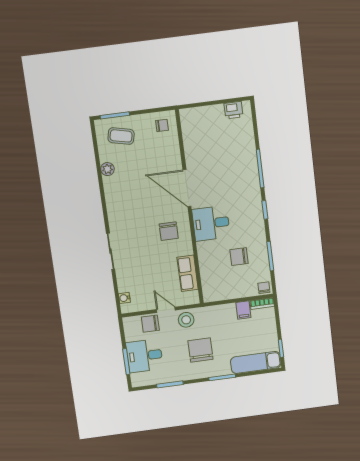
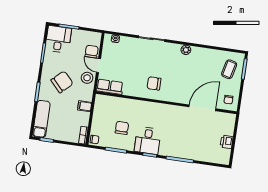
printer: (234, 110) -> (227, 142), moved
plant: (107, 169) -> (186, 50), moved
door: (187, 188) -> (202, 108), moved
desk: (211, 223) -> (148, 140), moved, turned 180
row of seats: (188, 273) -> (110, 87), moved
door: (166, 310) -> (98, 66), swing flipped
filing cabinet: (243, 310) -> (85, 106), moved
chair: (201, 350) -> (62, 82), turned -43
desk: (144, 356) -> (58, 39), moved

